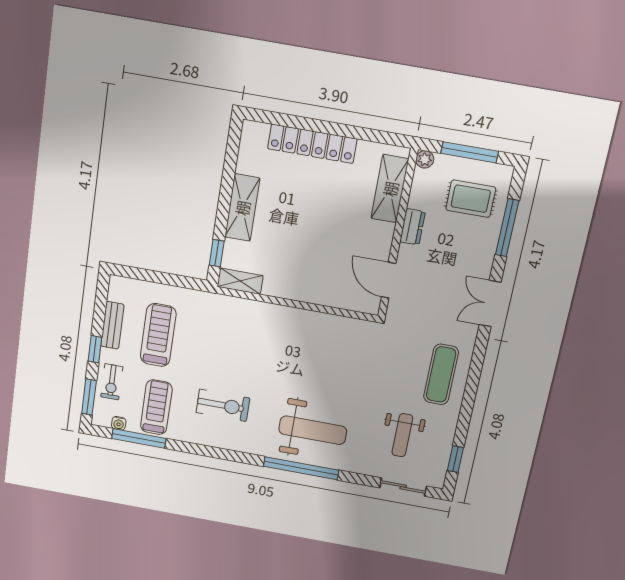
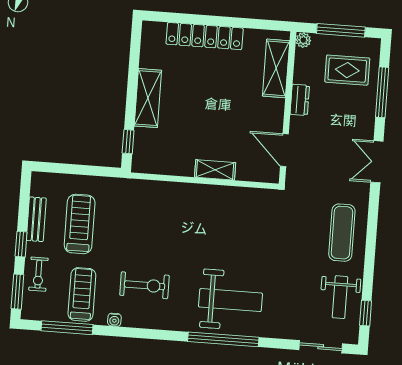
shelving: (240, 281) -> (215, 170), moved
water cooler: (119, 423) -> (114, 320), moved
weight bench: (402, 435) -> (340, 297), moved

